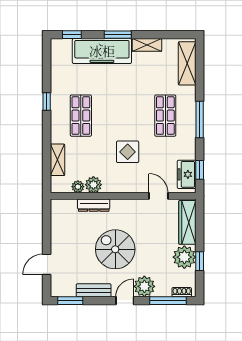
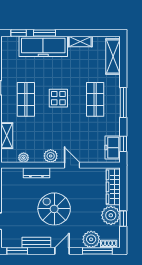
window: (118, 35) -> (44, 33), moved
display table: (128, 152) -> (58, 98), moved
plant: (93, 185) -> (51, 156), moved
door: (158, 196) -> (72, 165), moved
plant: (144, 286) -> (91, 239), moved

